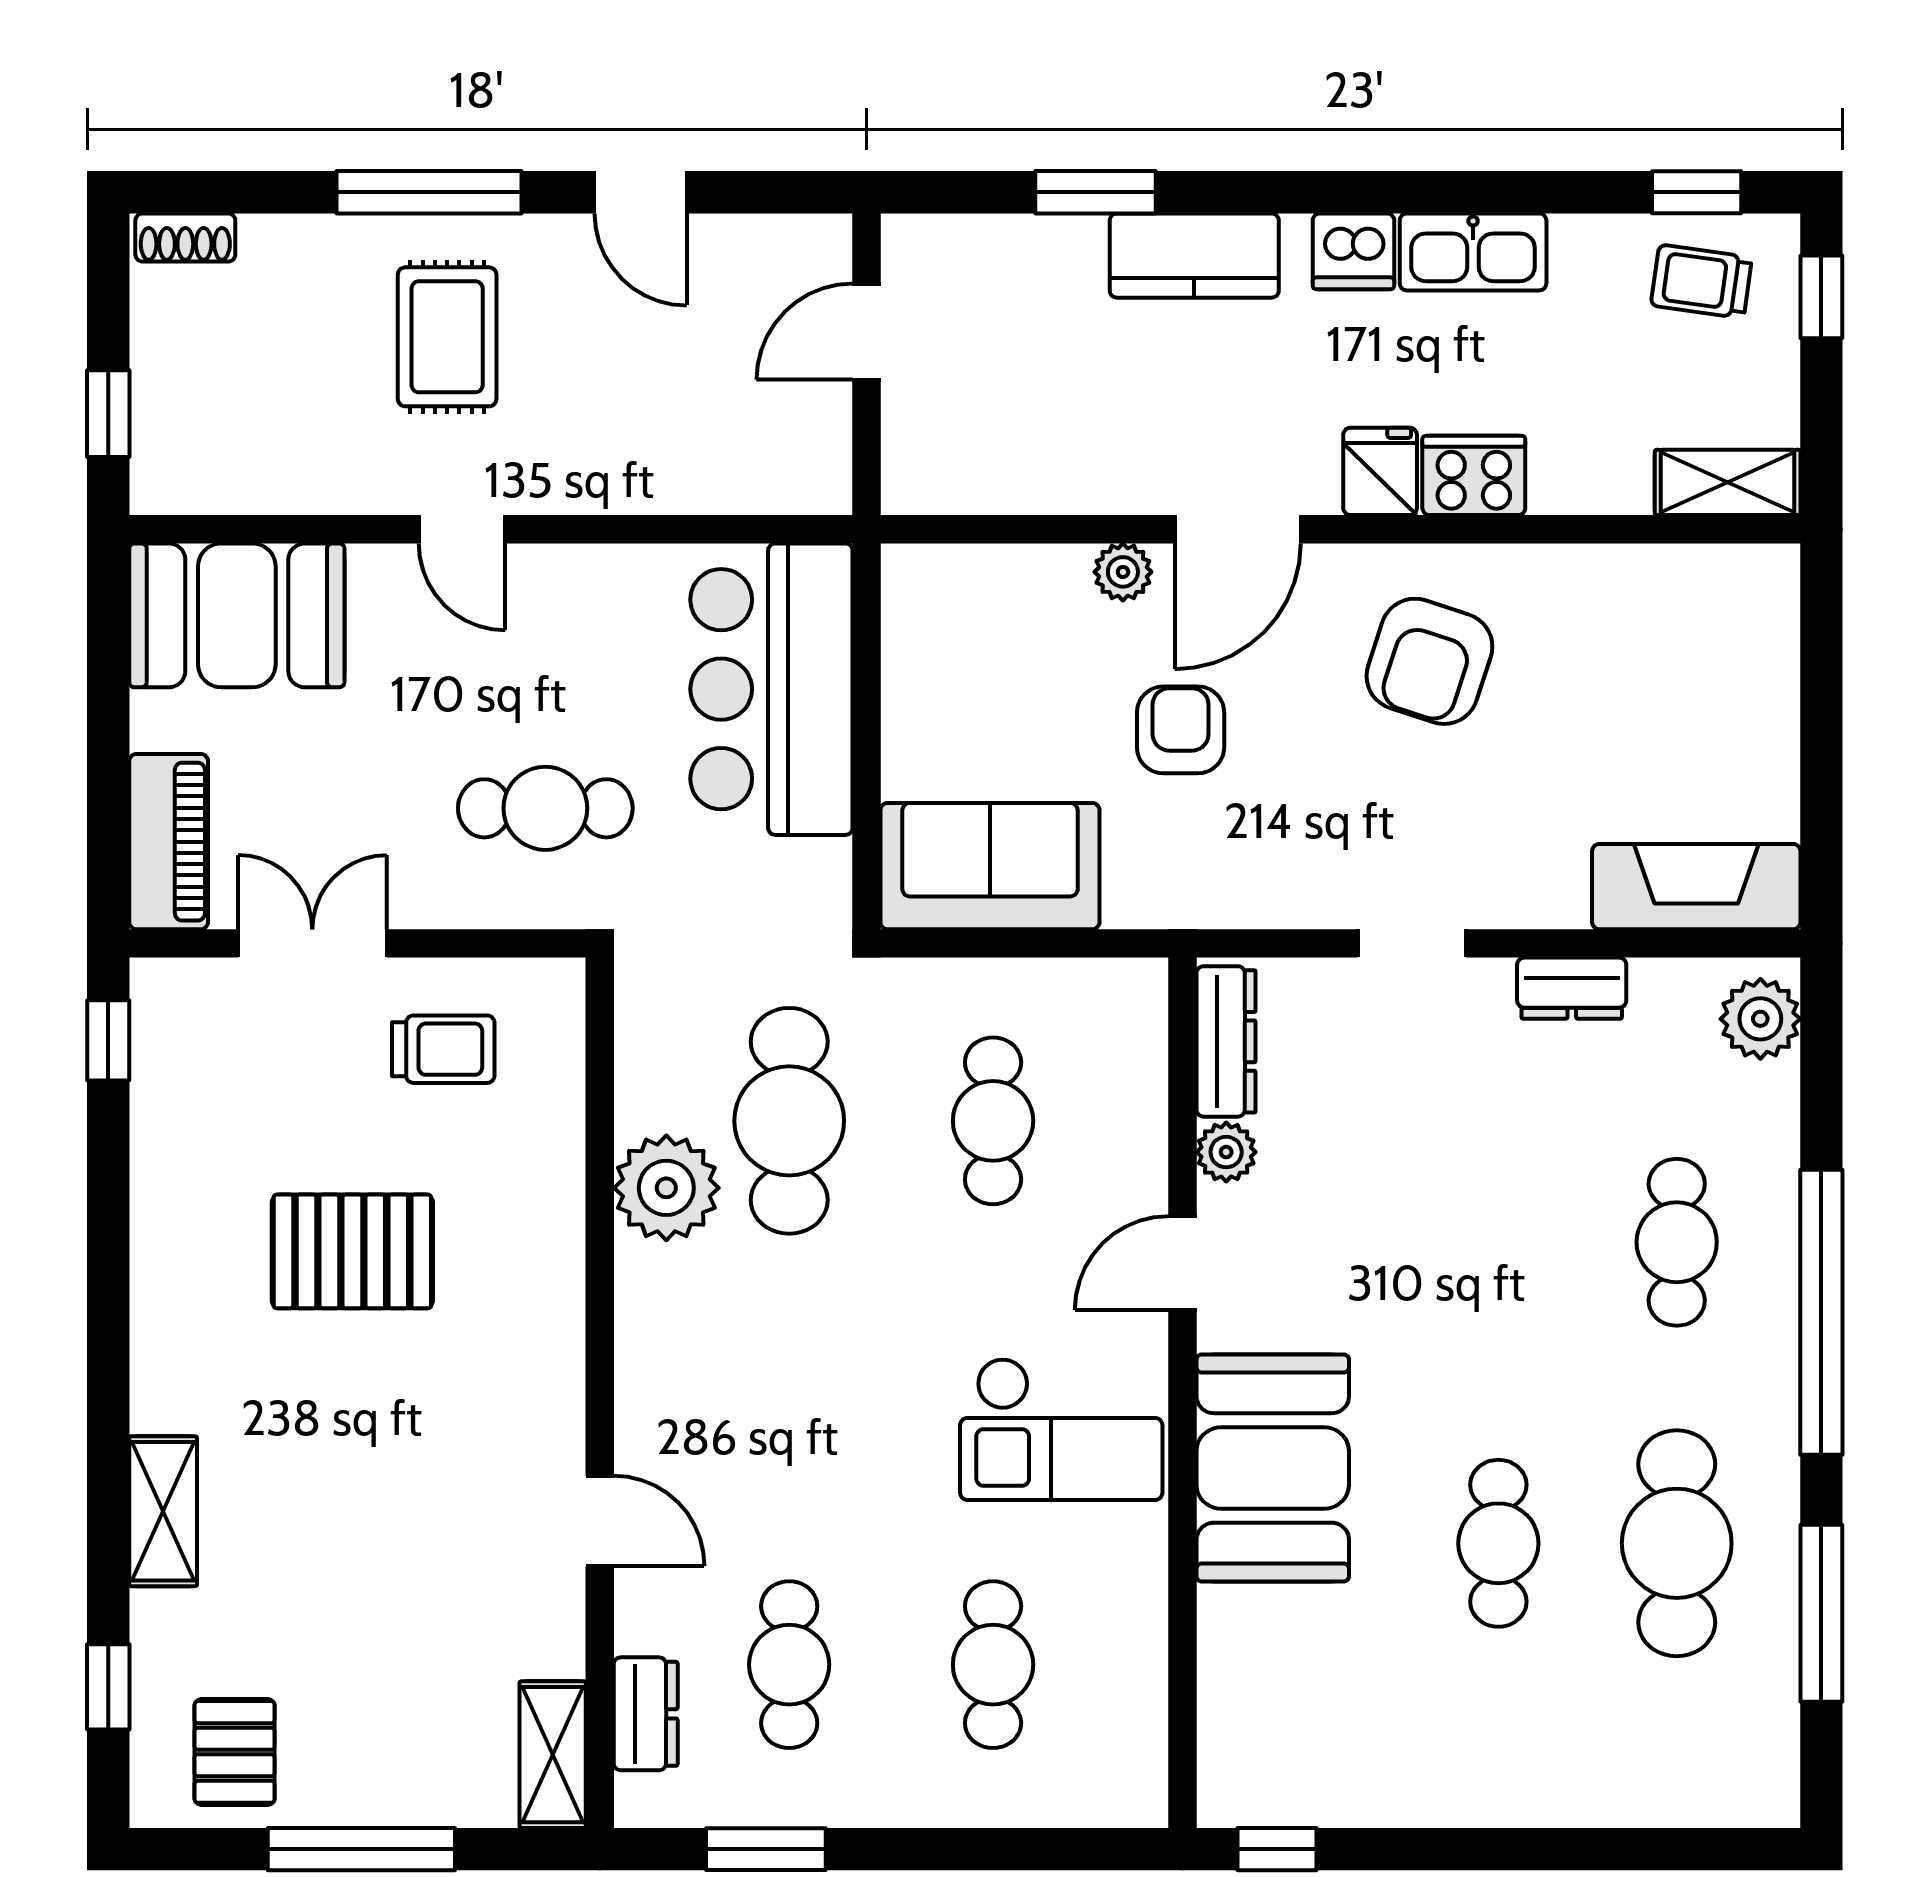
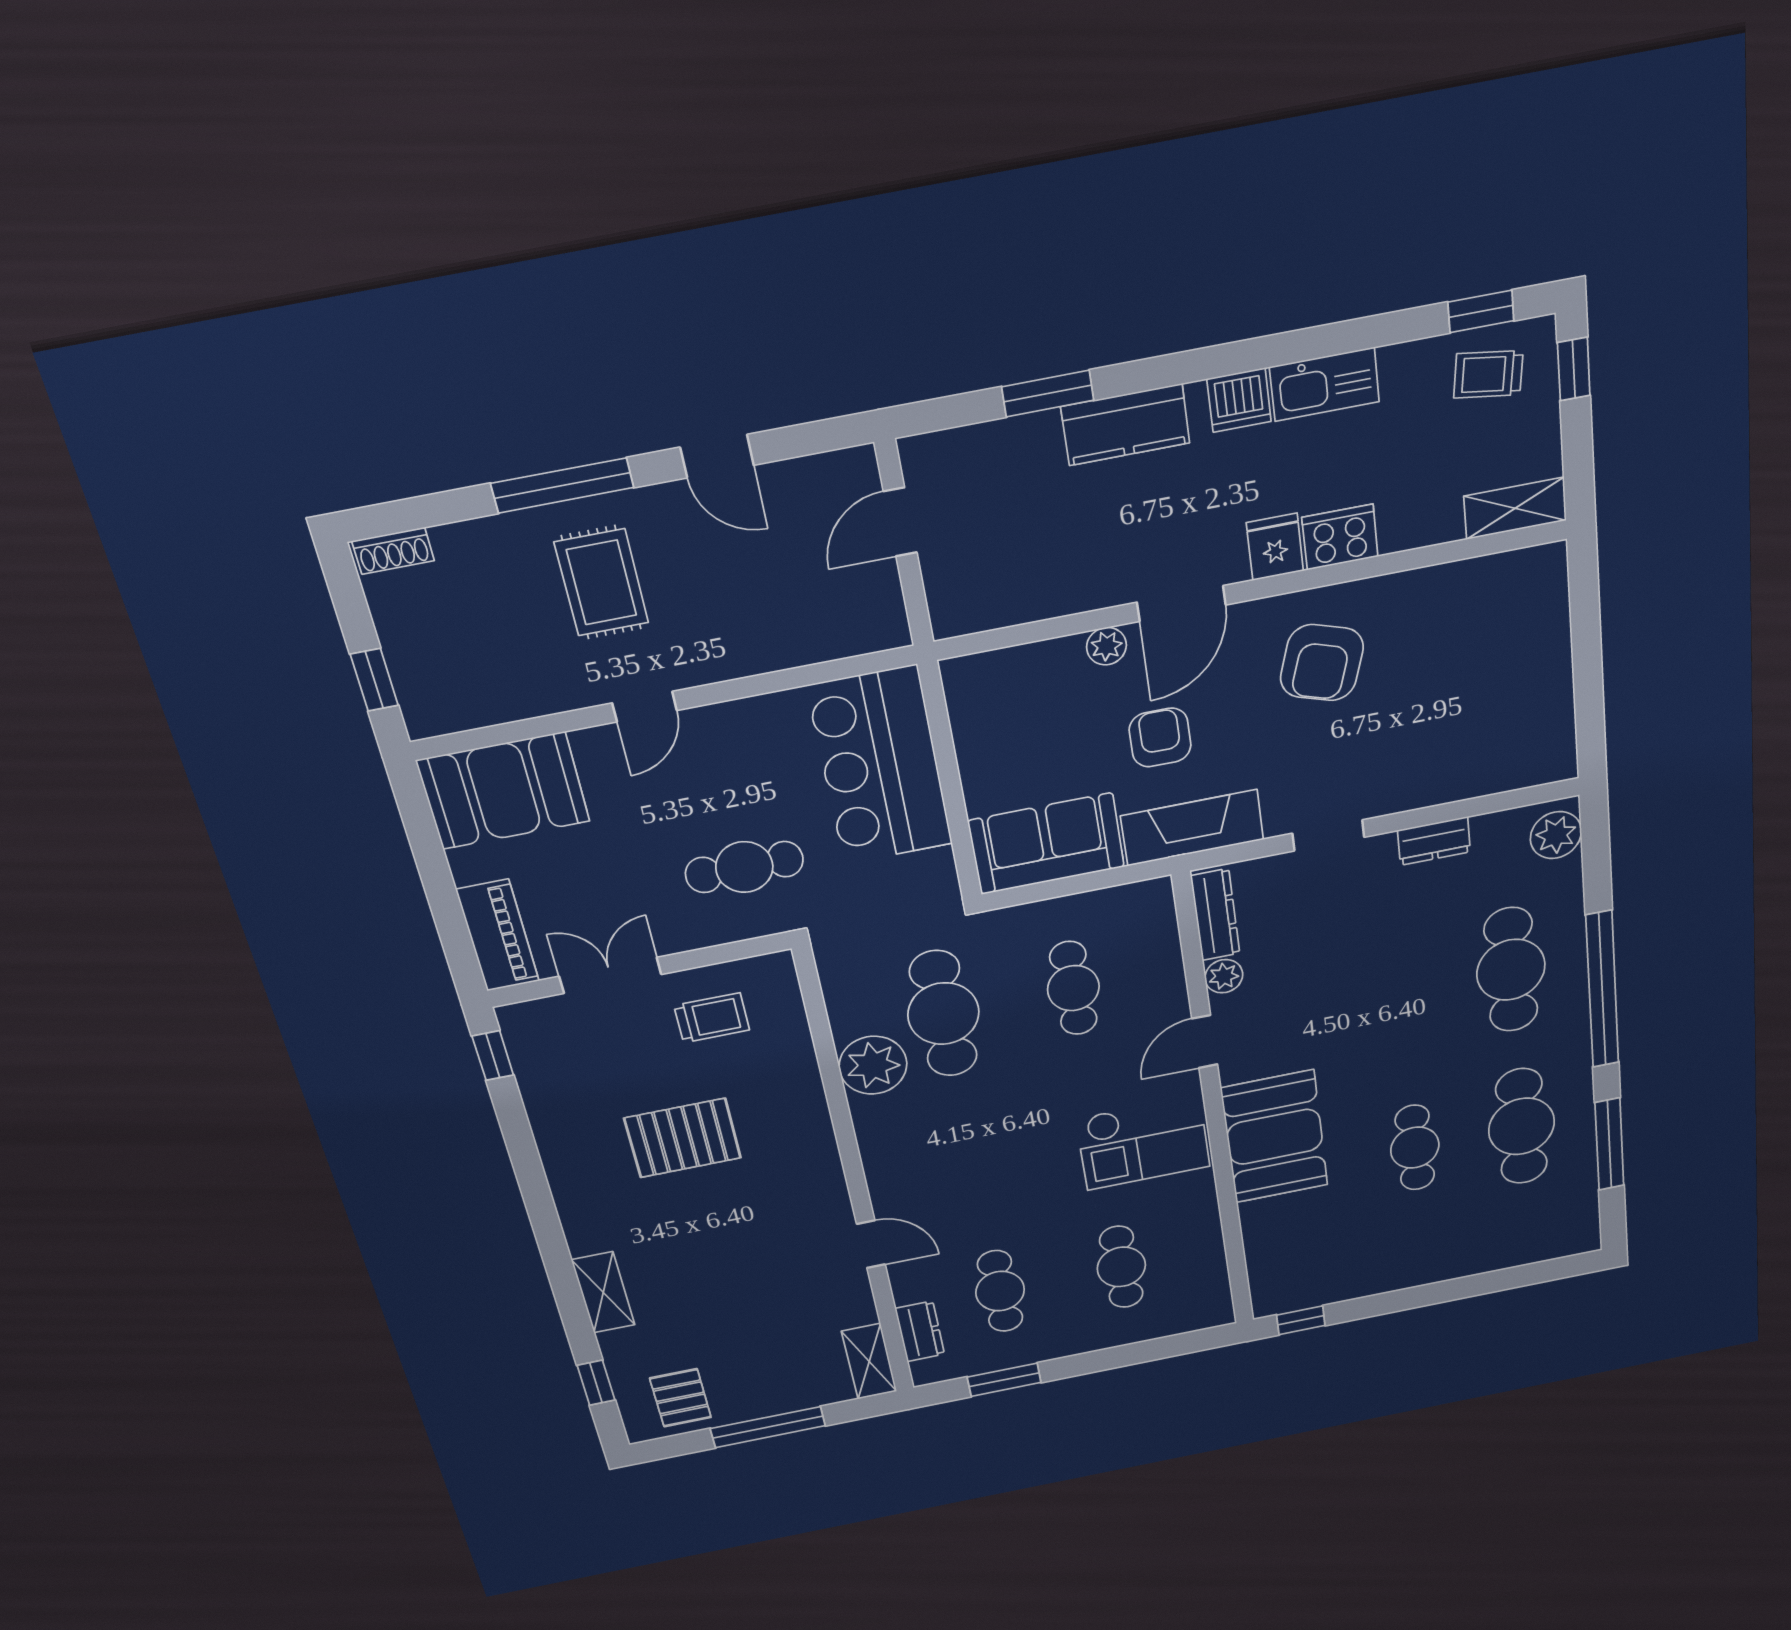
door: (462, 529) -> (645, 707), hinge flipped
fireplace: (1696, 887) -> (1192, 828), moved
cafe table: (1677, 1242) -> (1511, 970), width x1.37, depth x1.35

